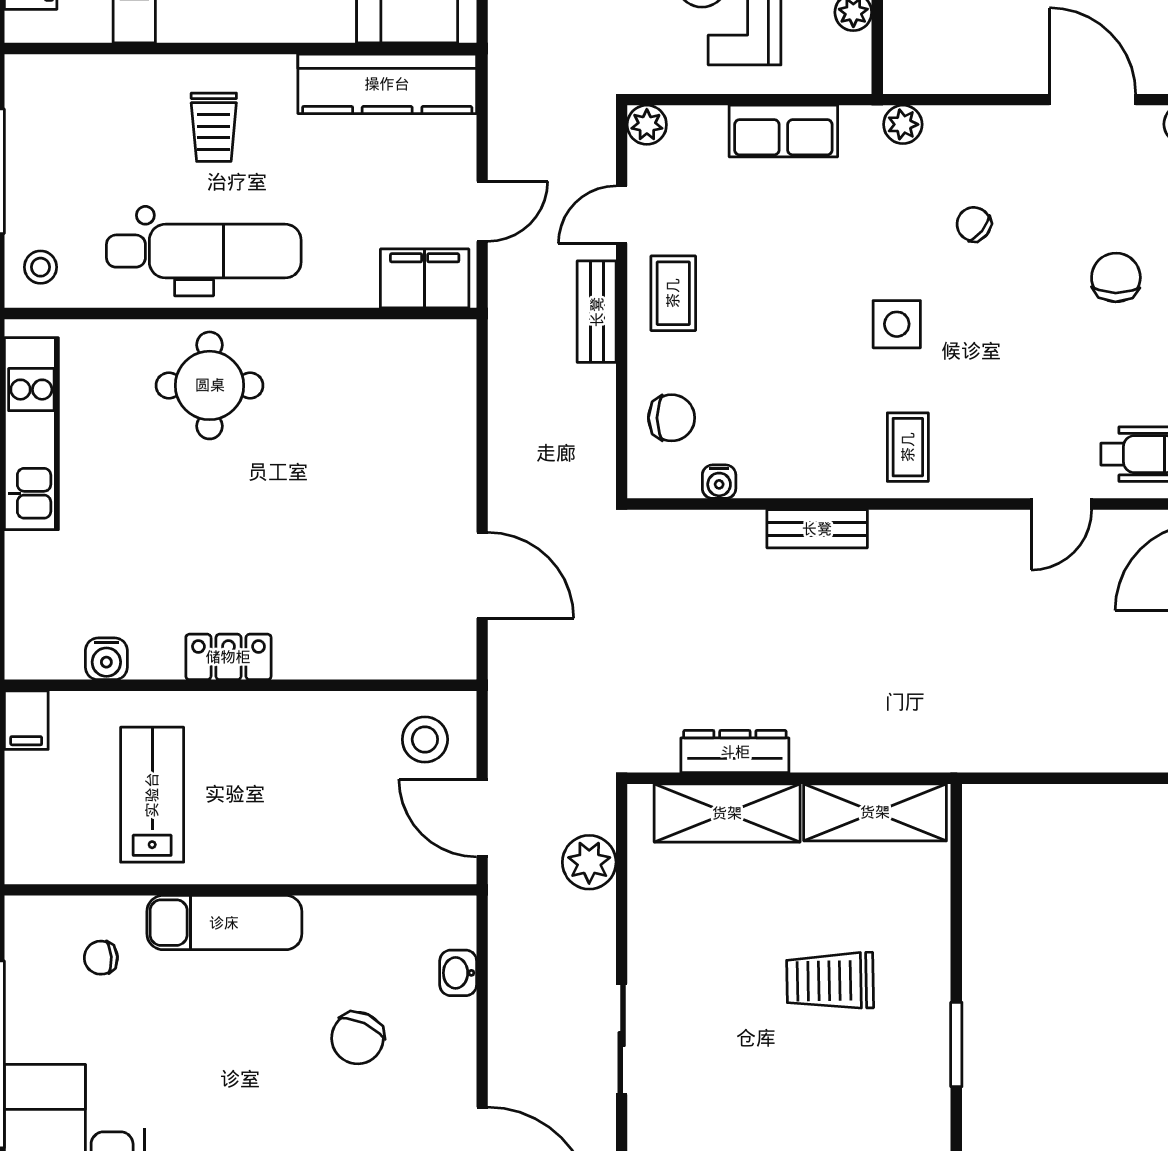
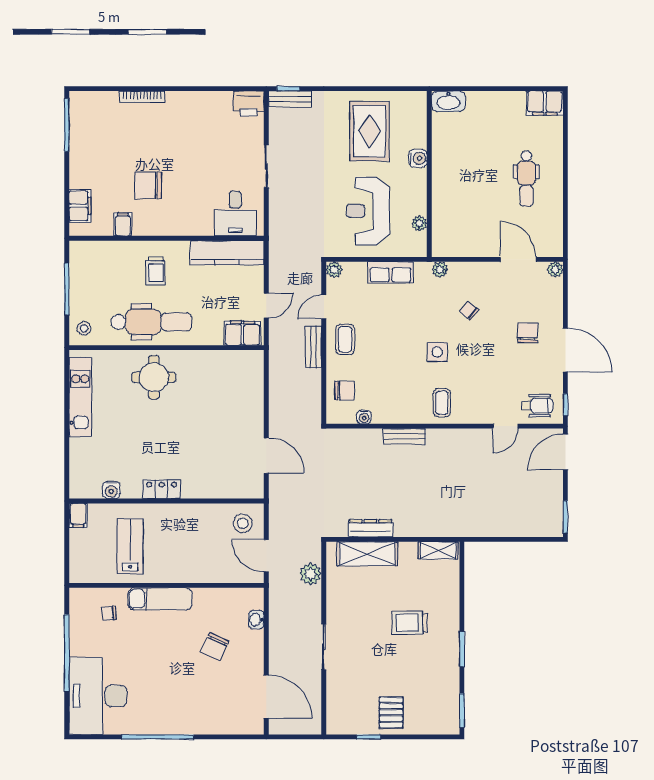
shelving: (875, 812) -> (438, 550), width x0.67, depth x0.75

